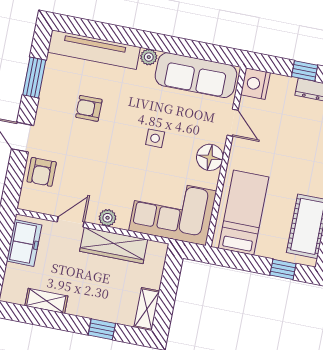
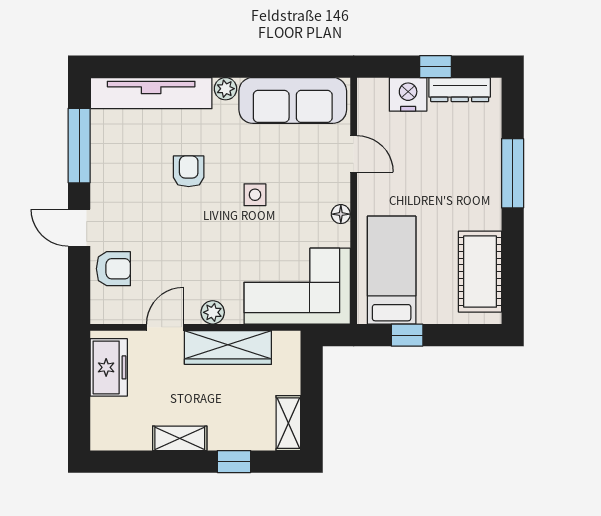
window: (34, 77) -> (79, 146), width x1.44
nightstand: (255, 84) -> (408, 94), moved, turned 90
armchair: (89, 108) -> (189, 171), moved, turned 90
floor lamp: (210, 157) -> (341, 214), width x0.53, depth x0.53
armchair: (42, 172) -> (113, 269), turned -90
window: (283, 269) -> (407, 335), moved
shelving: (46, 301) -> (180, 438), moved

